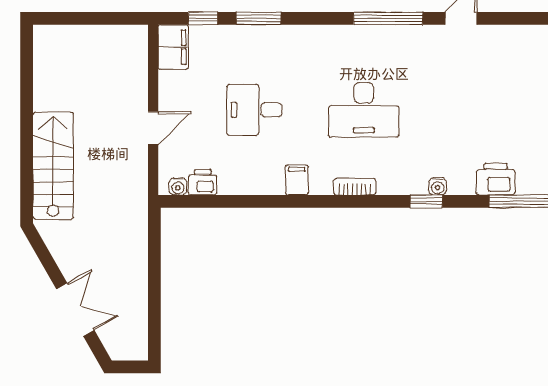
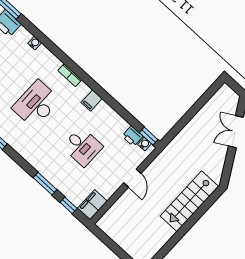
desk: (364, 110) -> (36, 104), turned -90
door: (153, 128) -> (132, 178), swing flipped
window: (426, 201) -> (149, 136), moved

